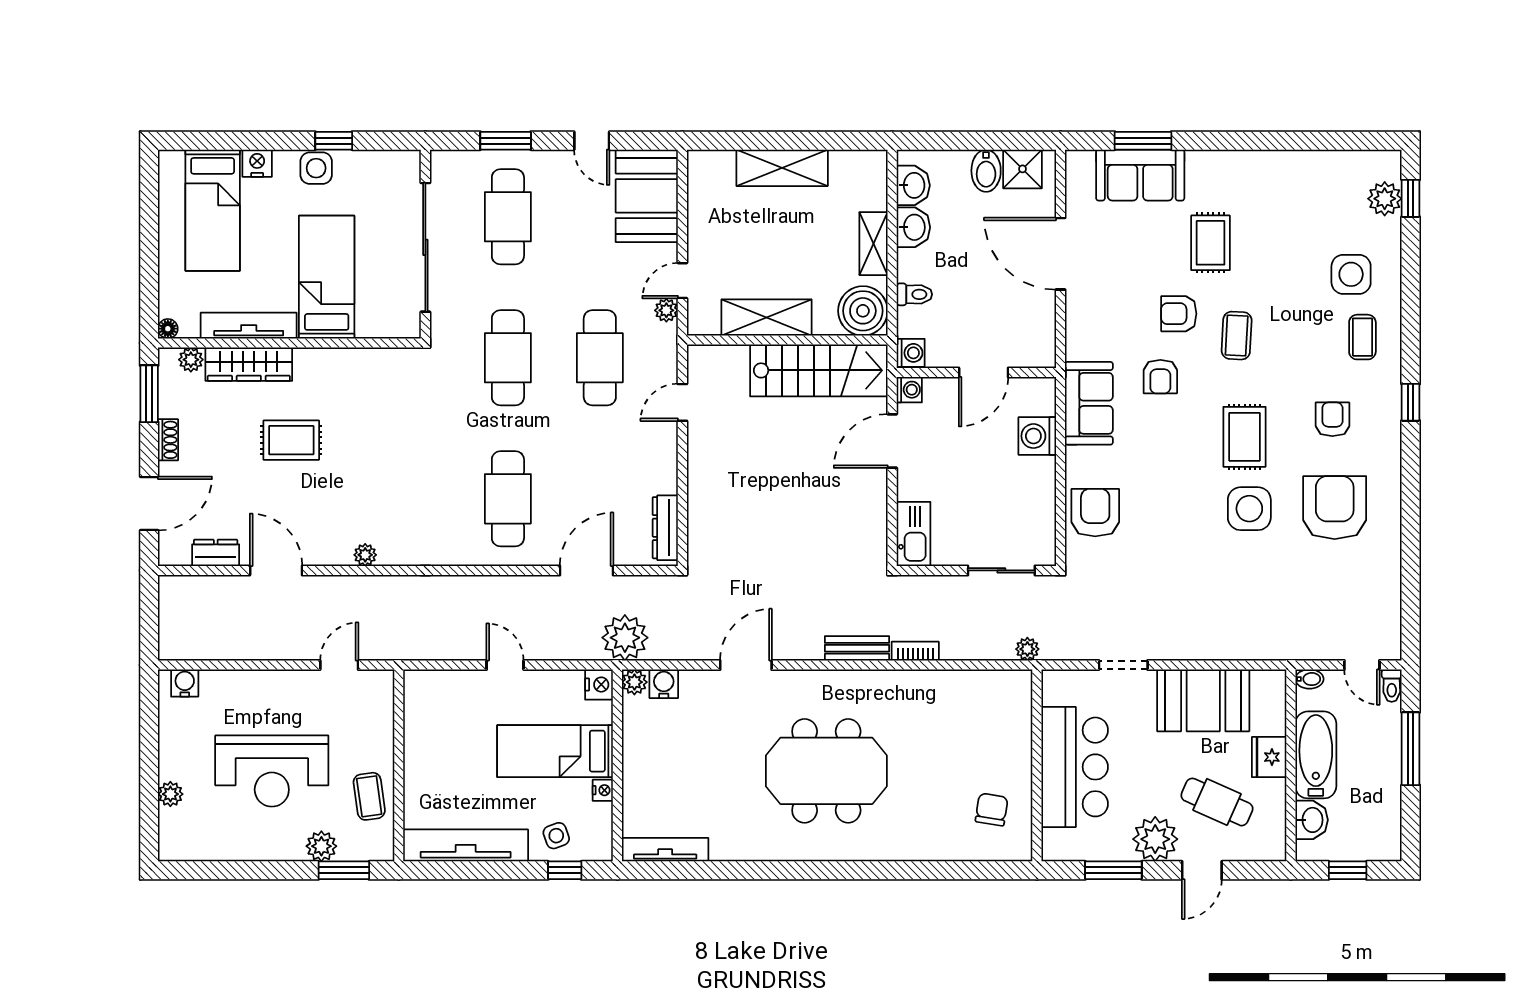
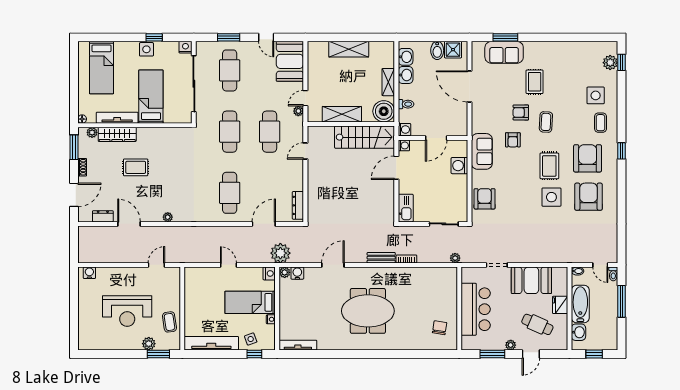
nightstand: (257, 163) -> (185, 47), moved
armchair: (1332, 419) -> (588, 158), width x1.88, depth x1.88
plant: (170, 794) -> (83, 321), removed
plant: (1155, 839) -> (511, 345), width x0.53, depth x0.53

